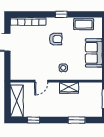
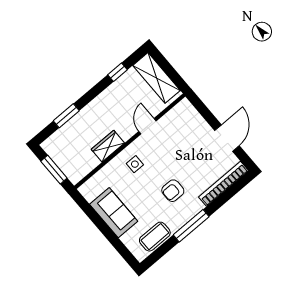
window: (61, 14) -> (191, 226), width x2.17

